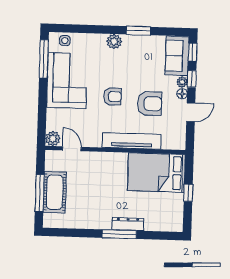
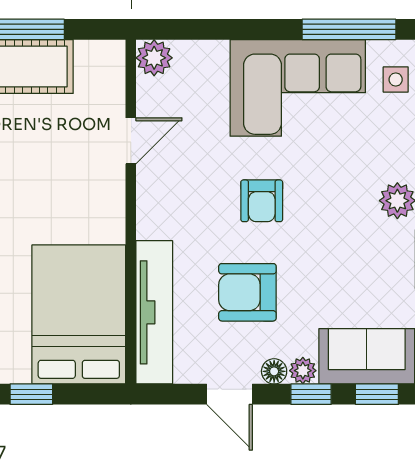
armchair: (150, 104) -> (247, 292), turned 90
tv unit: (132, 141) -> (154, 312), moved
door: (72, 149) -> (131, 141), moved

